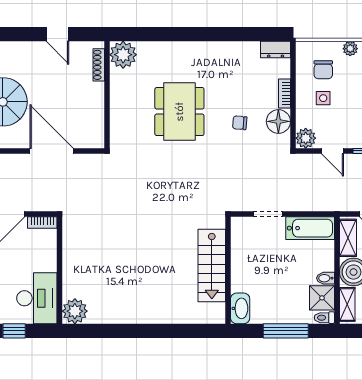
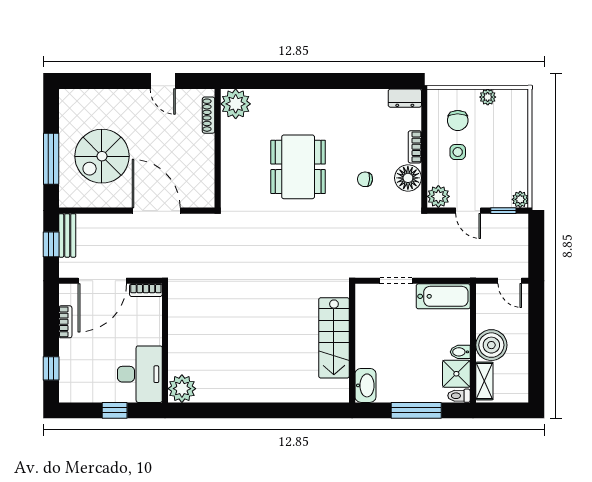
shelving: (348, 238) -> (485, 307), removed

